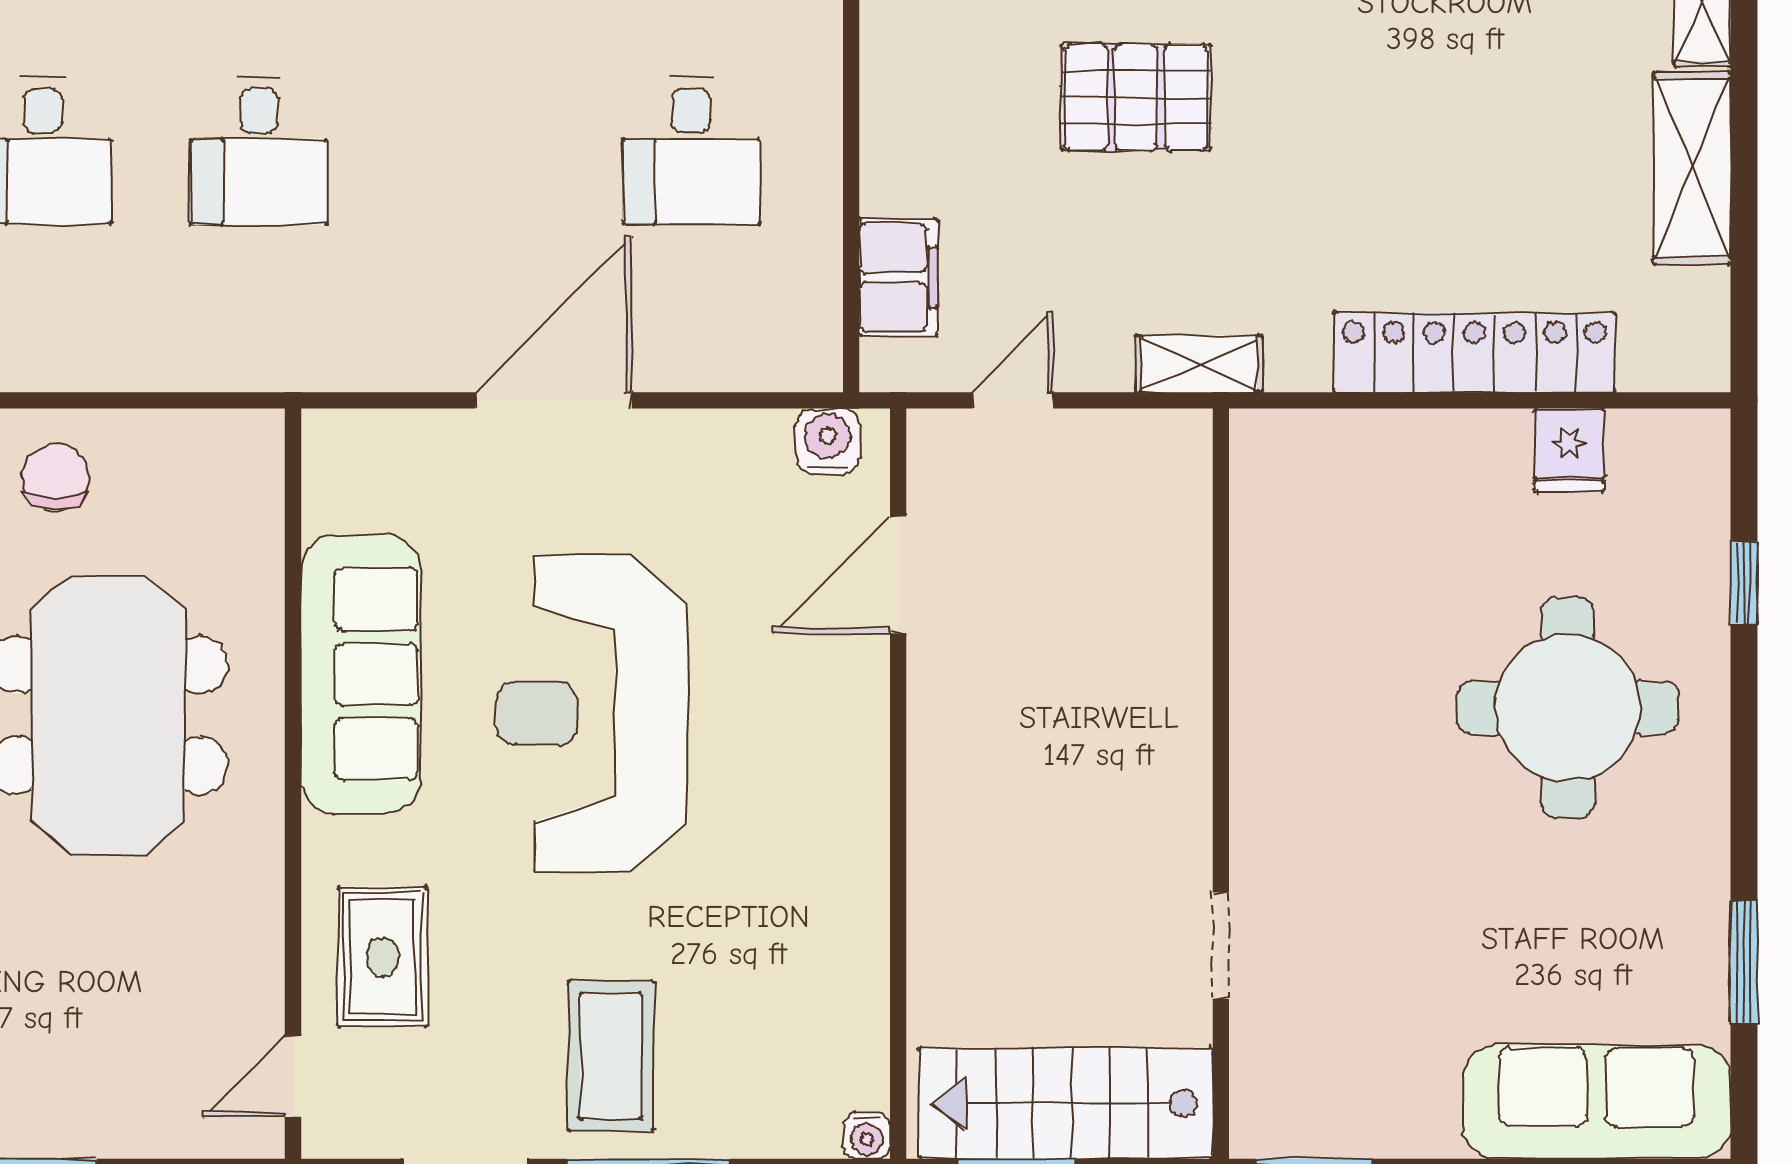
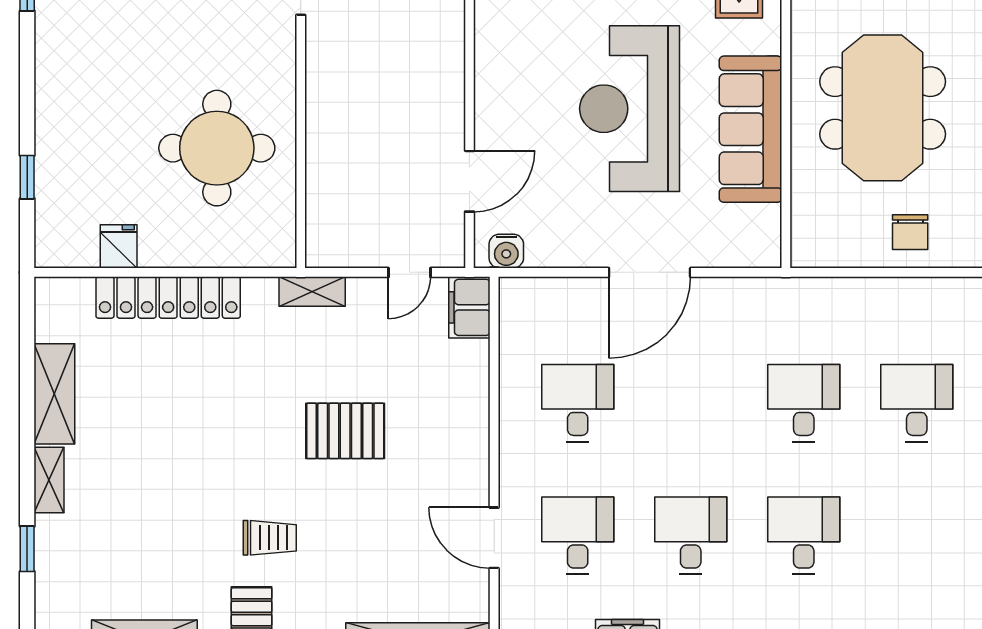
filing cabinet: (898, 277) -> (469, 307), moved
round table: (1568, 708) -> (217, 148), moved
reception desk: (592, 713) -> (630, 109), turned 180

